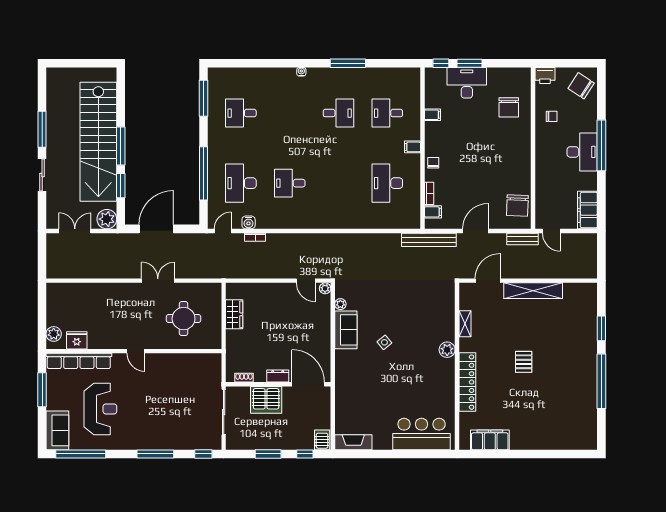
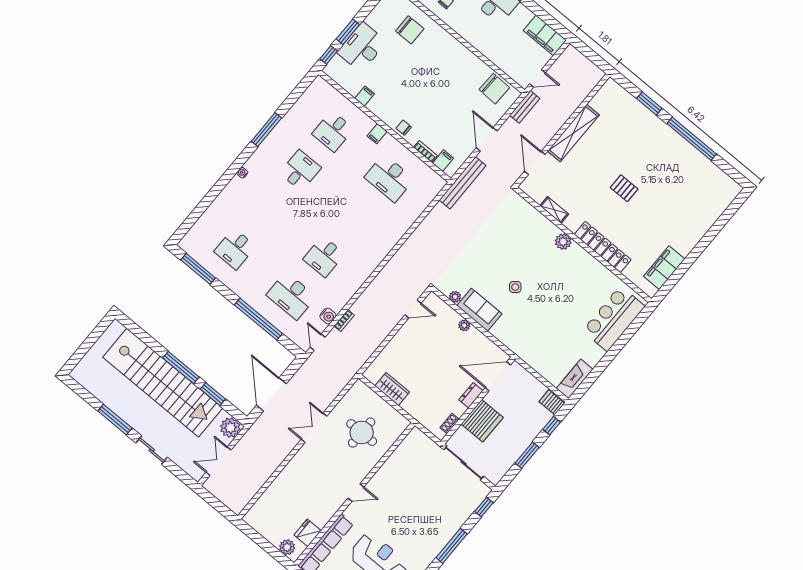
plant: (325, 288) -> (464, 325), moved

